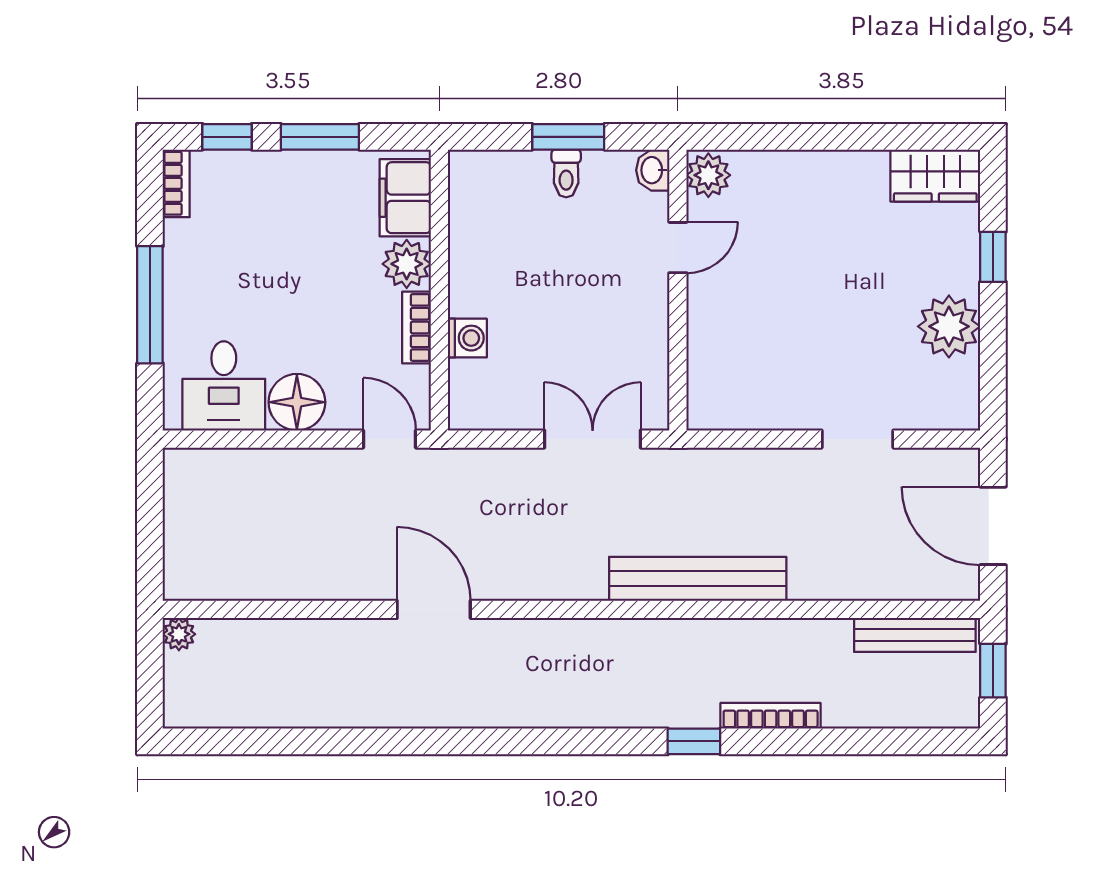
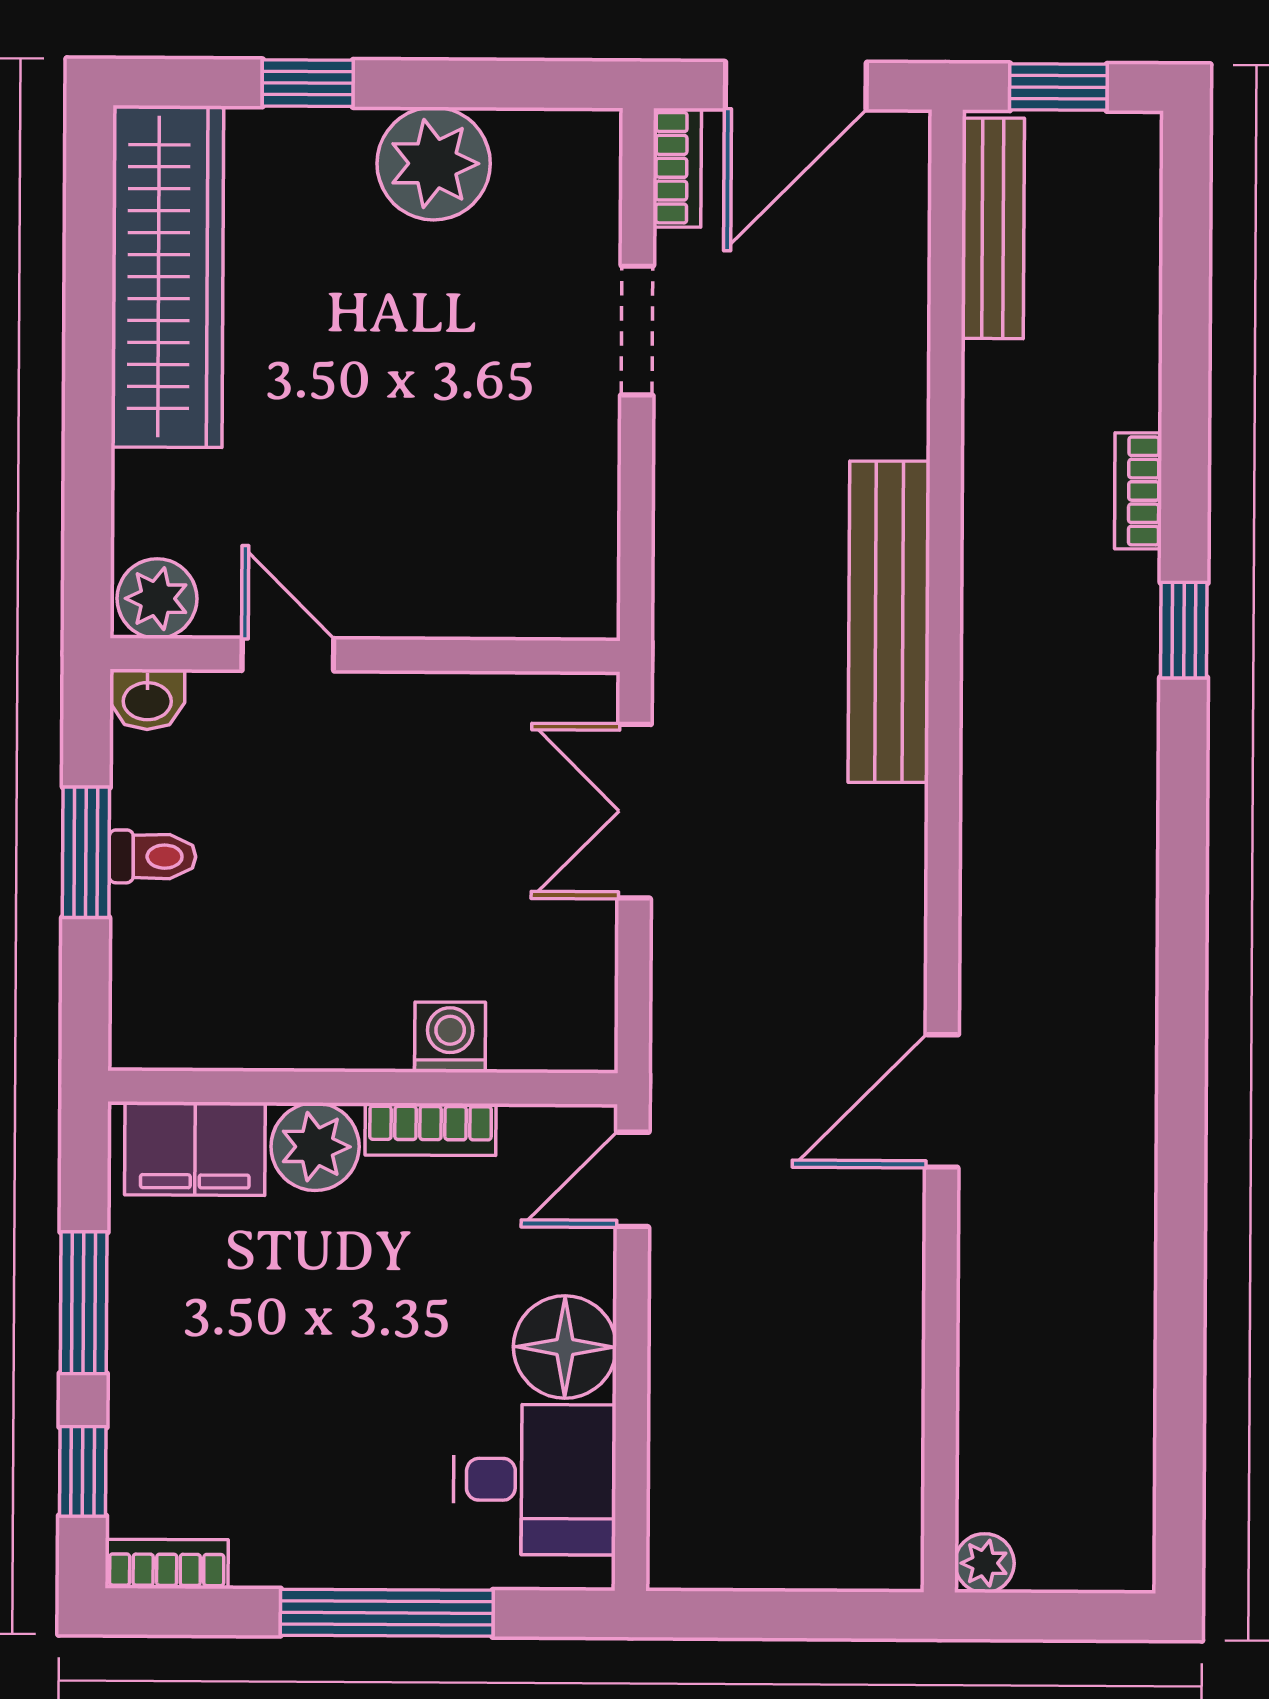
wardrobe: (935, 176) -> (168, 277), width x2.10, depth x1.17
bookcase: (947, 461) -> (677, 168), added
bookcase: (771, 716) -> (1138, 491), width x0.64

